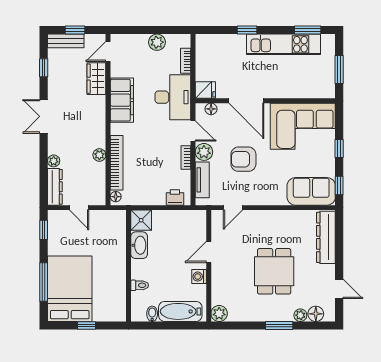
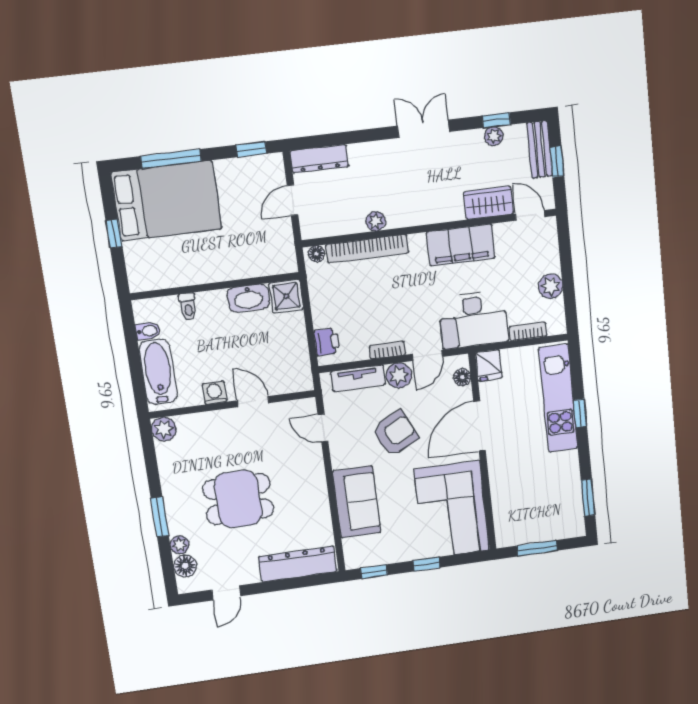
kitchen unit: (284, 44) -> (558, 398), moved
armchair: (243, 159) -> (395, 433), turned 64
plant: (54, 161) -> (494, 136), moved
sofa: (311, 191) -> (357, 502), moved

